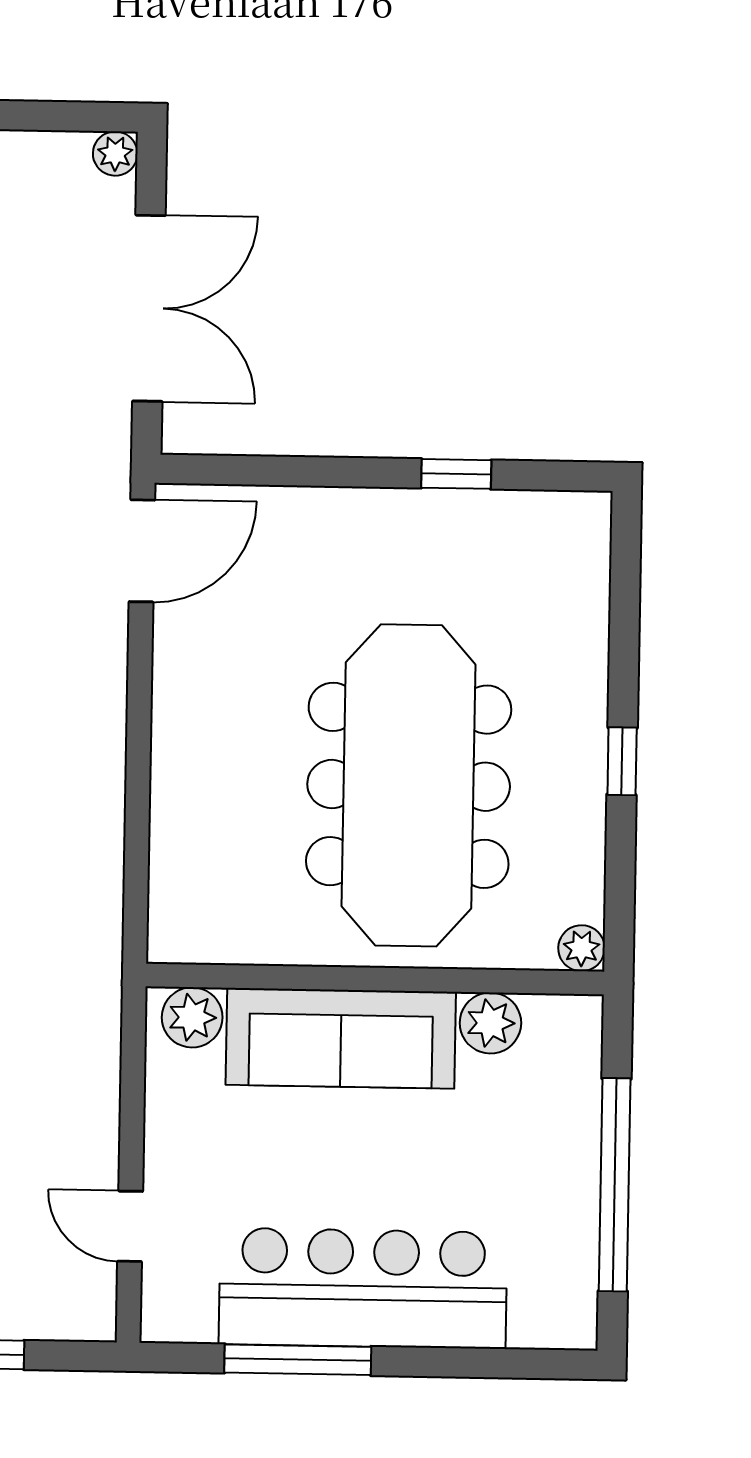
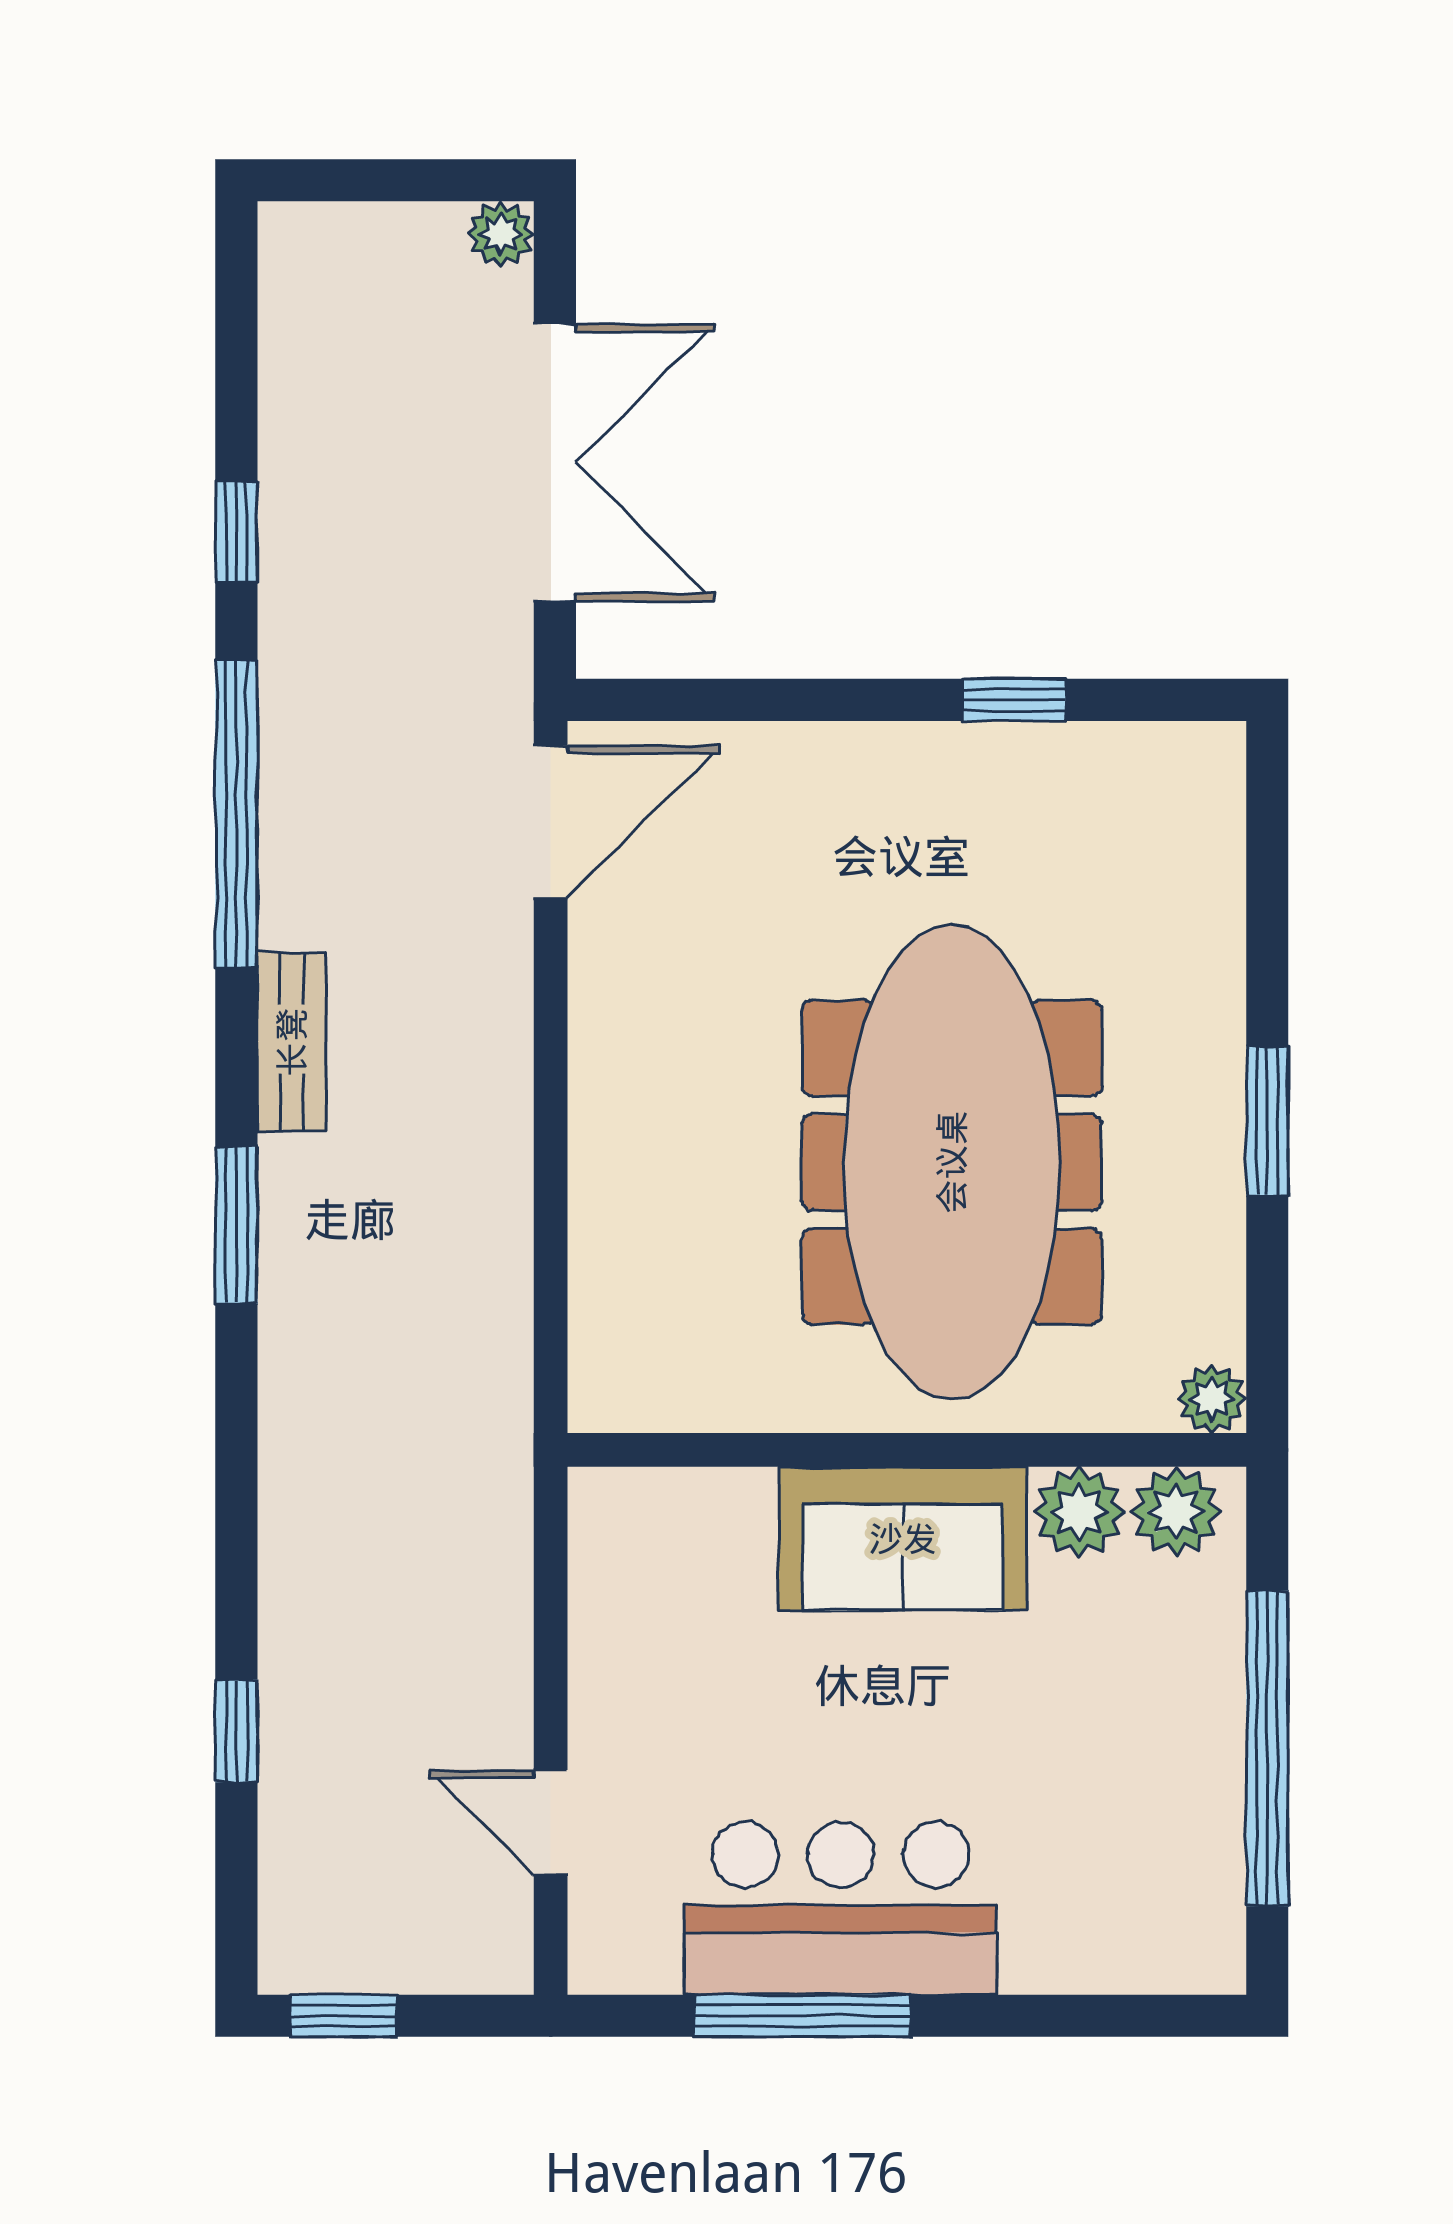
window: (622, 761) -> (1267, 1121), width x1.50
plant: (192, 1017) -> (1176, 1512), moved
sofa: (341, 1038) -> (903, 1539), width x0.73
bar counter: (363, 1288) -> (841, 1908), width x0.73

